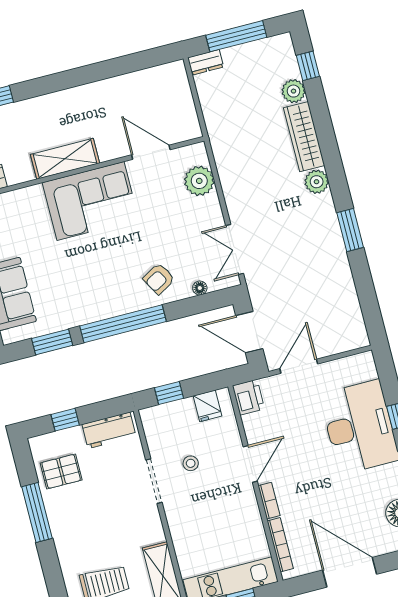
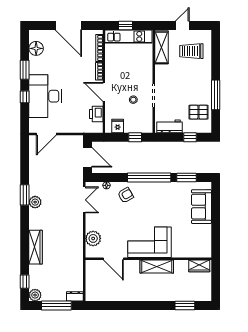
plant: (293, 91) -> (35, 295), moved
plant: (317, 182) -> (35, 202), moved
door: (299, 366) -> (46, 134), moved
printer: (248, 397) -> (96, 114), moved
door: (250, 464) -> (104, 92), hinge flipped

